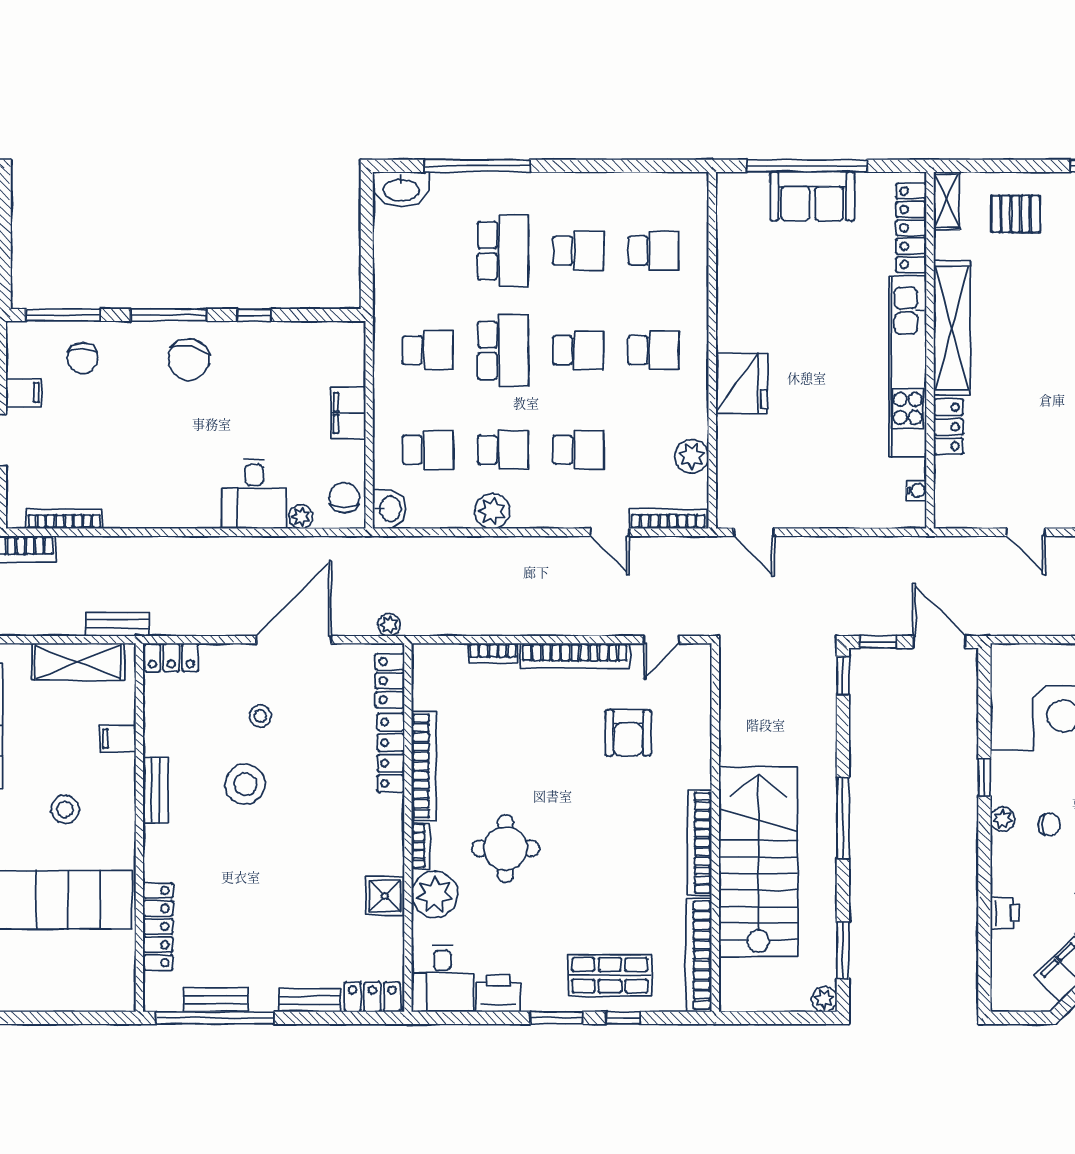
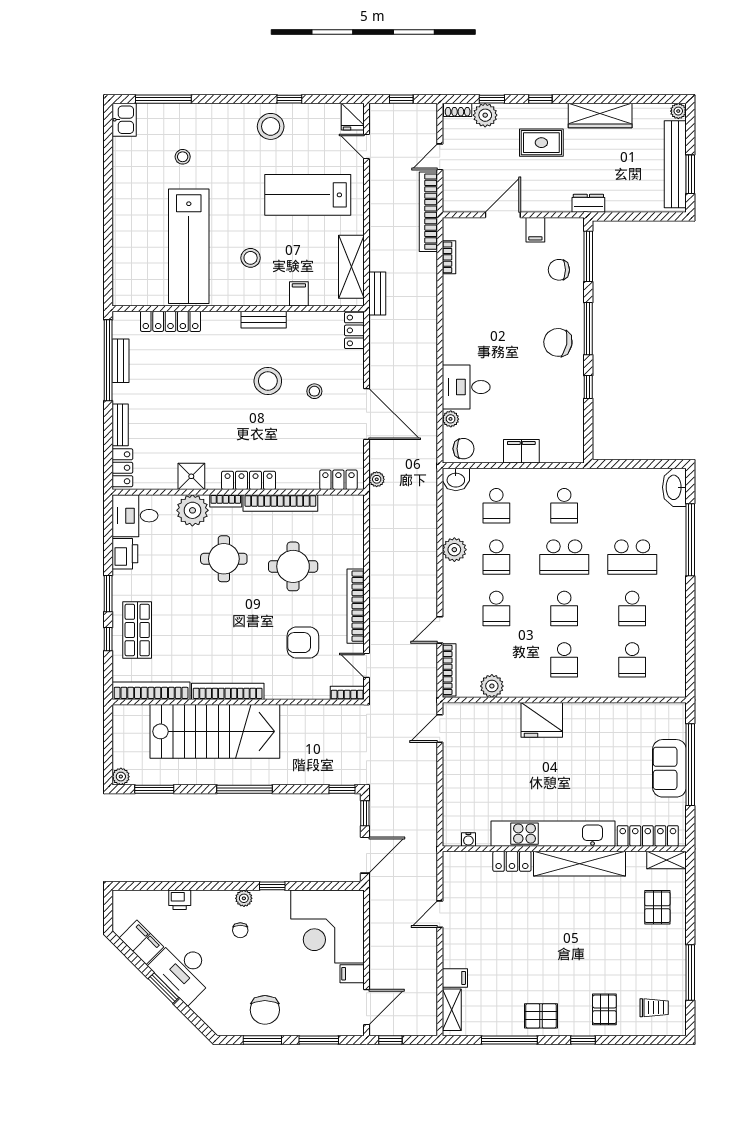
bookcase: (64, 519) -> (449, 257), width x0.64
bookcase: (493, 653) -> (347, 693), moved, turned 90
round table: (517, 747) -> (293, 566), added
locker: (391, 753) -> (249, 480), moved

